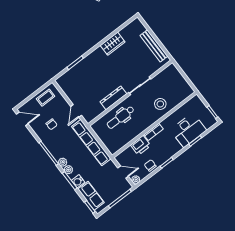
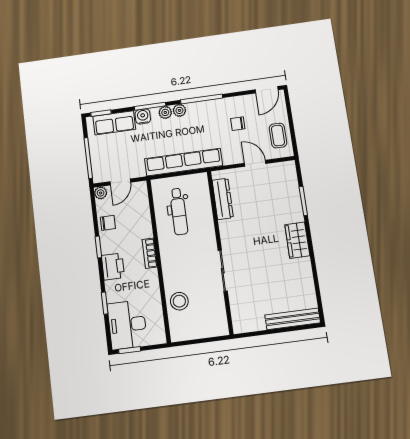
wardrobe: (113, 44) -> (297, 240), moved
bench: (154, 46) -> (293, 319), moved
dresser: (113, 98) -> (223, 199), moved
stool: (160, 104) -> (179, 301), moved
door: (76, 111) -> (255, 163), moved
dental chair: (121, 117) -> (179, 212), moved, turned 180
desk: (188, 130) -> (127, 325), moved
printer: (141, 145) -> (113, 267), moved, turned 180

